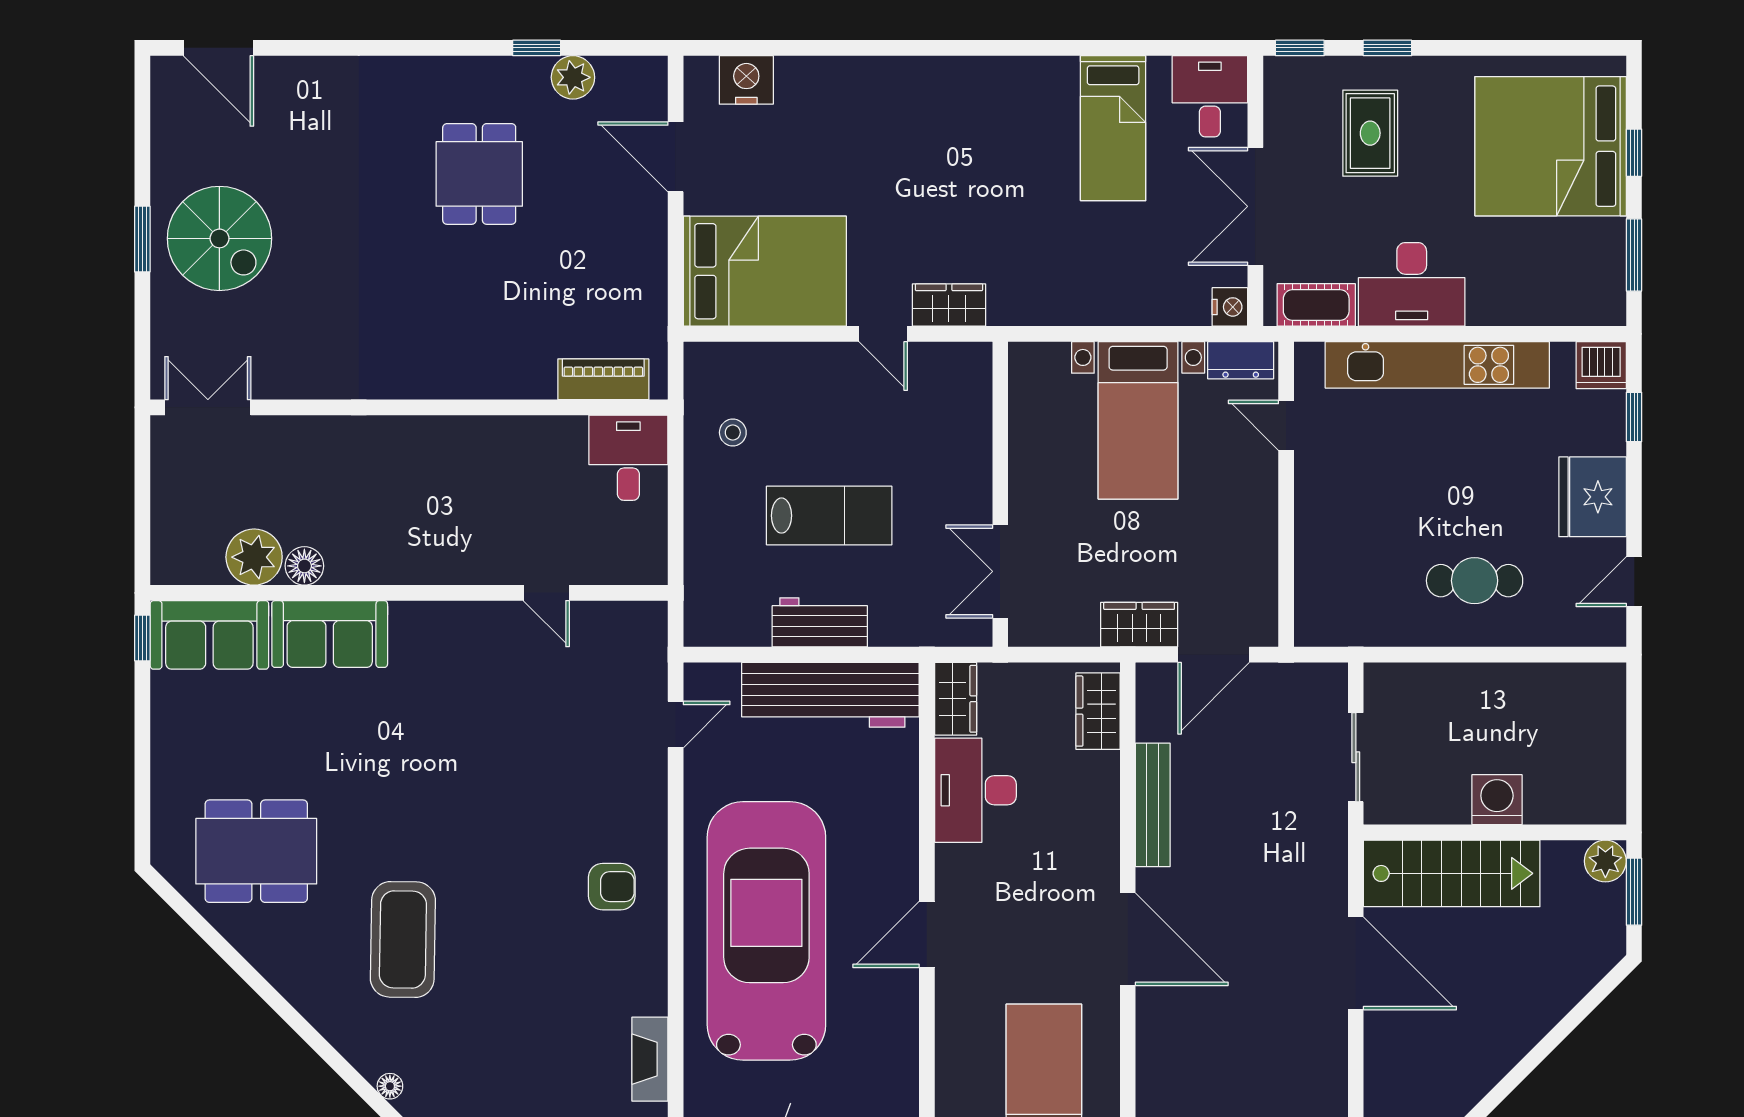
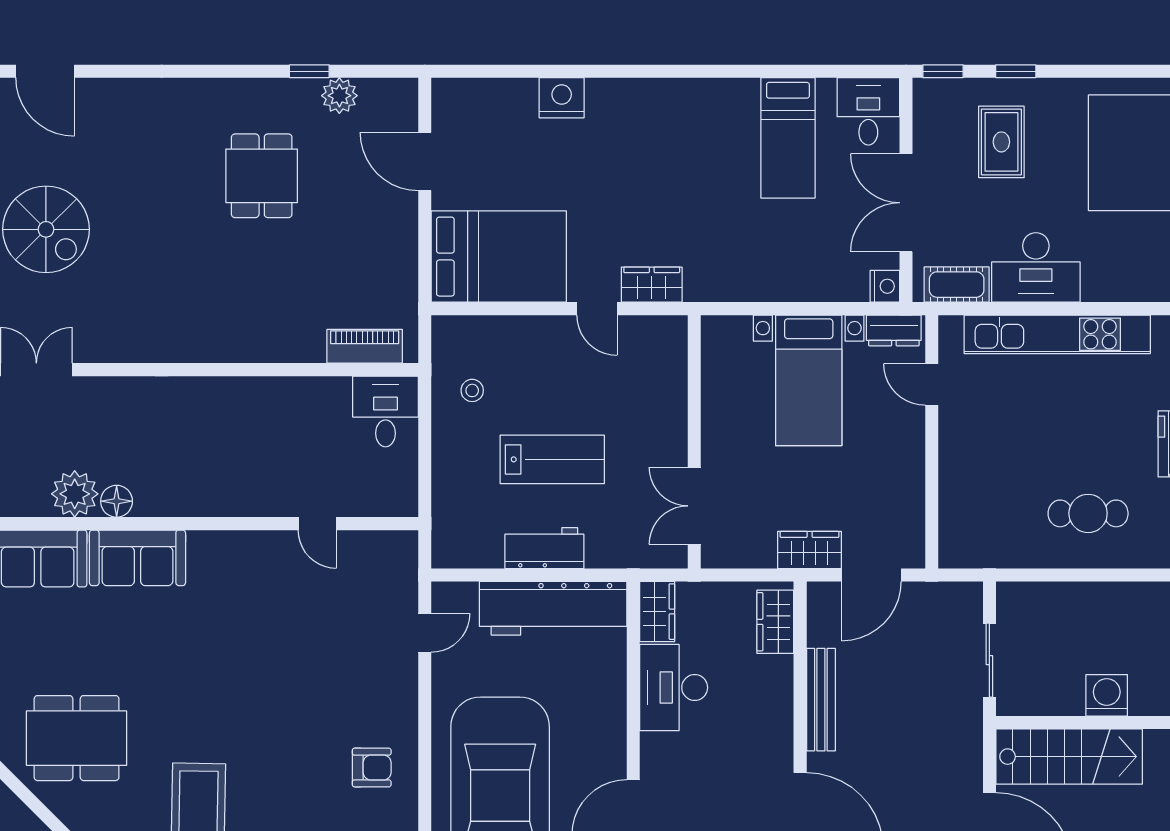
nightstand: (746, 80) -> (562, 98), moved

